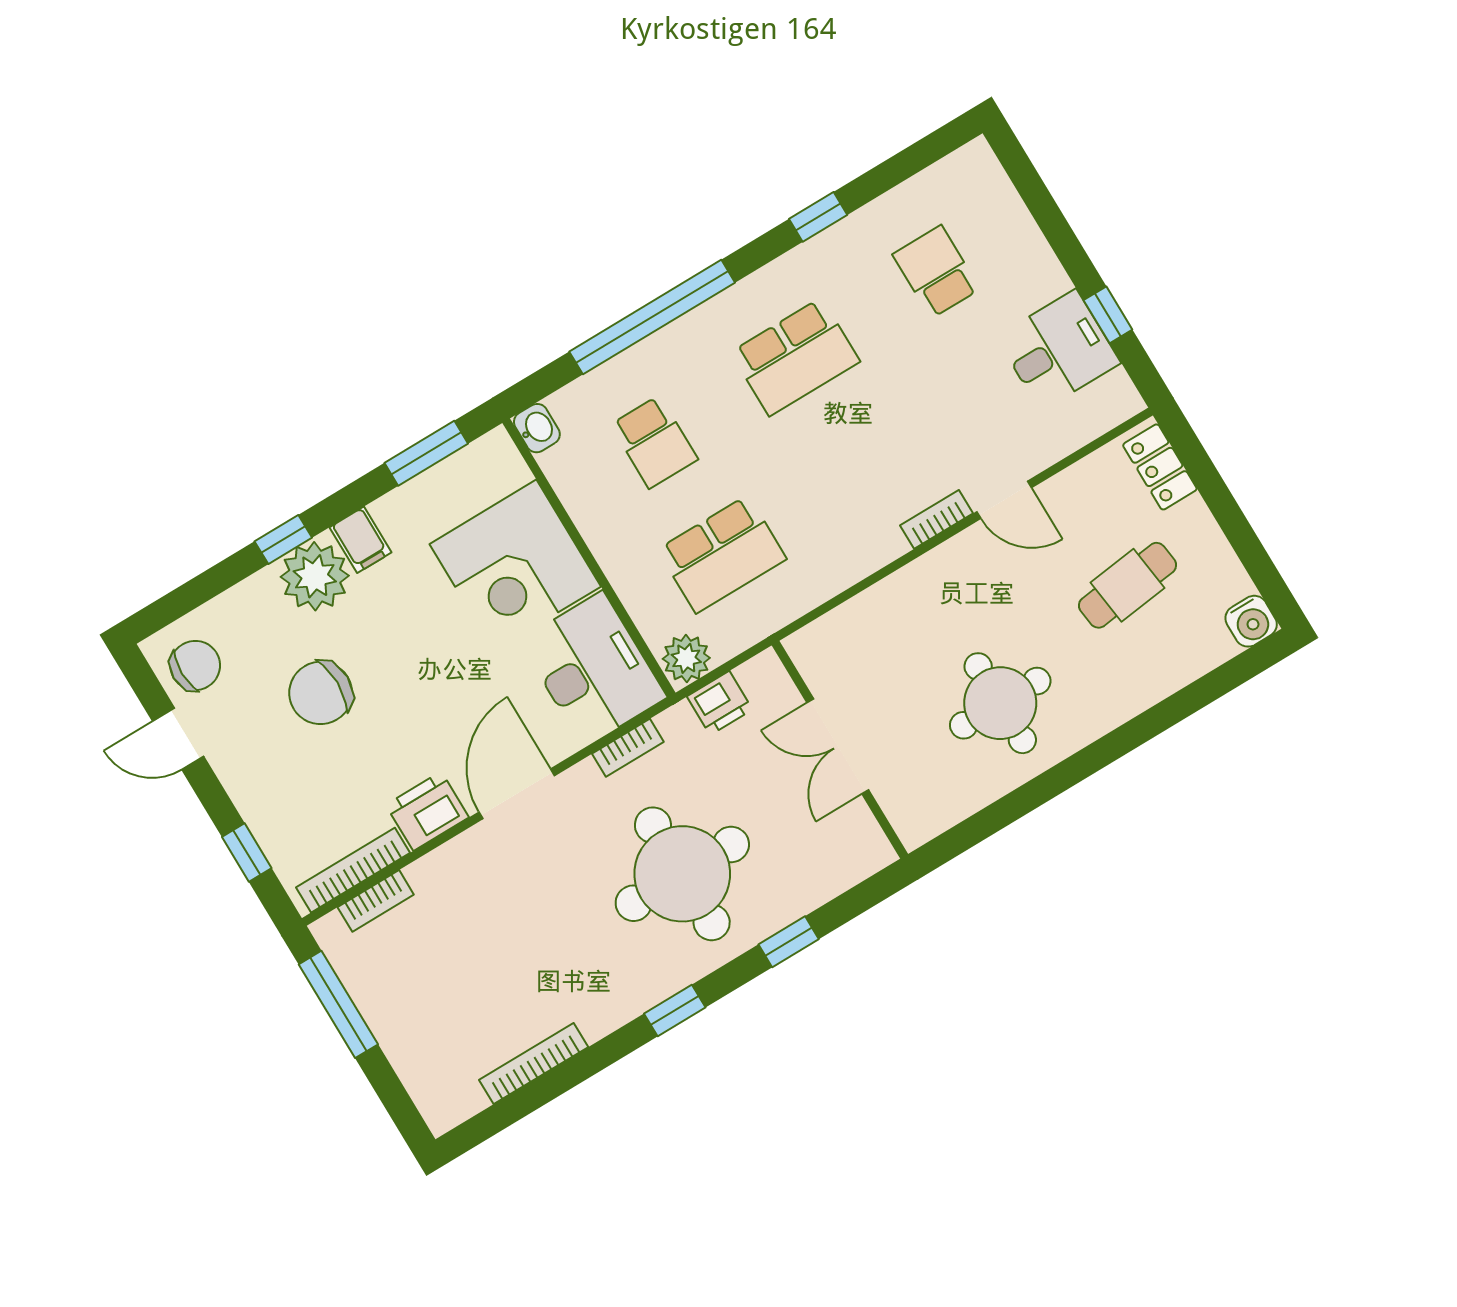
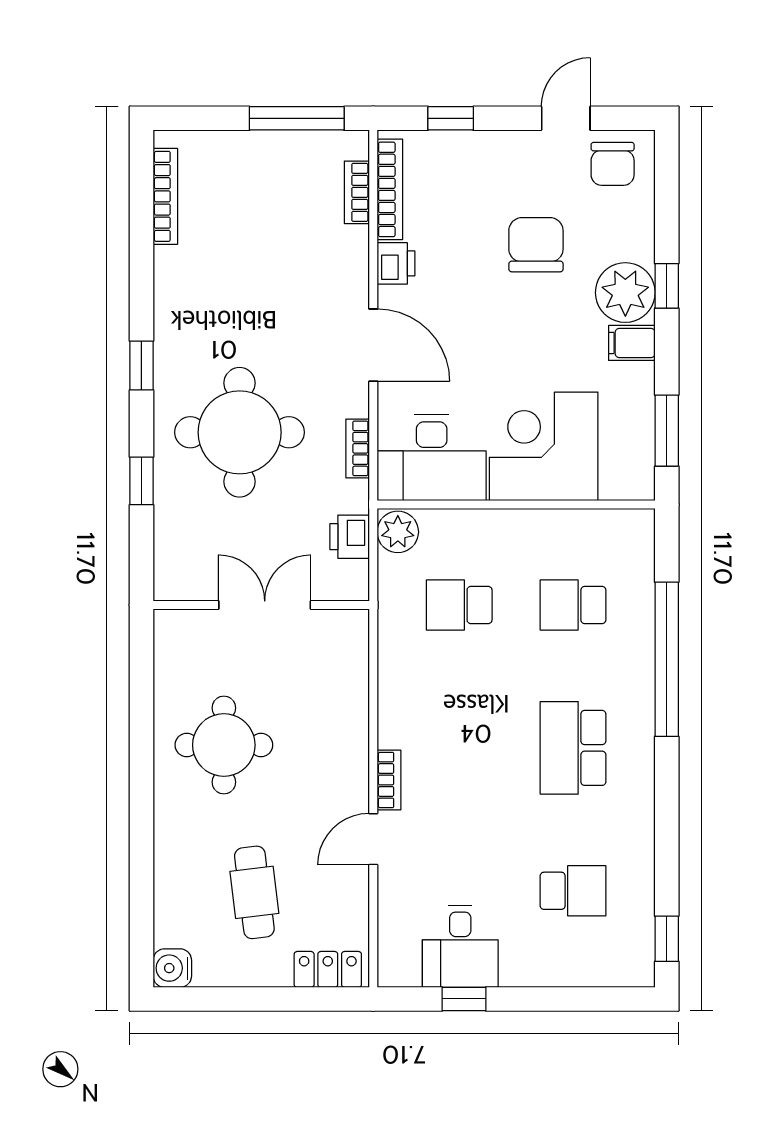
window: (818, 217) -> (667, 939), moved
washbasin: (537, 428) -> (636, 524), removed
school desk: (722, 554) -> (459, 605), width x0.54
printer: (427, 811) -> (396, 263), width x0.73, depth x0.81
bookcase: (534, 1063) -> (165, 196), moved

